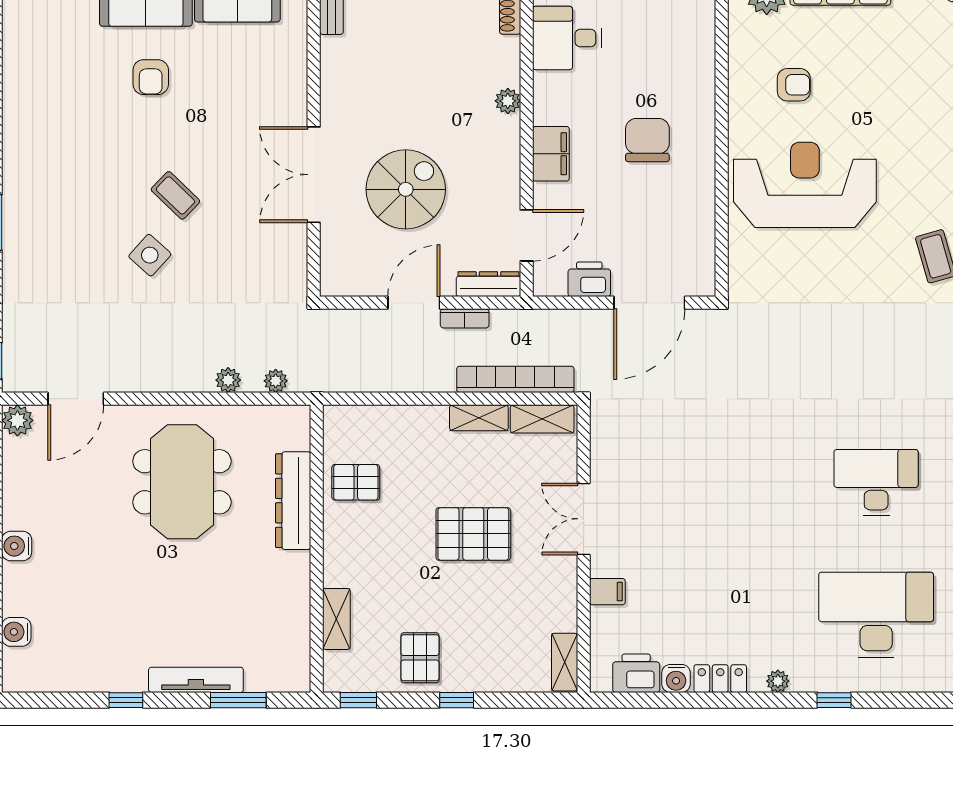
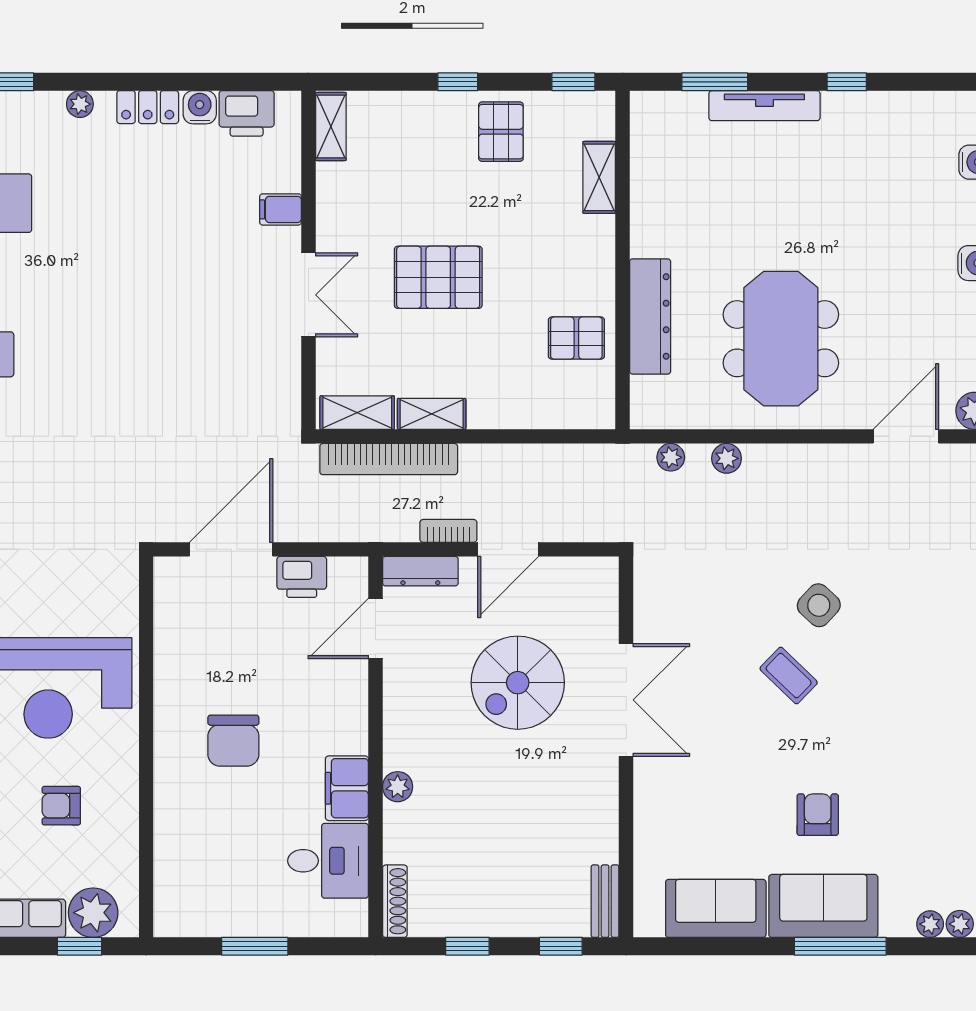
filing cabinet: (551, 154) -> (347, 788), moved

